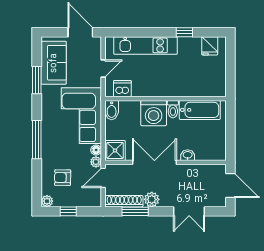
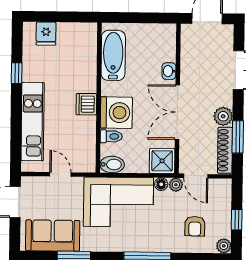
fridge: (210, 46) -> (46, 34), moved, turned 90
dishwasher: (122, 89) -> (86, 104), moved
toilet: (173, 109) -> (111, 136), moved

